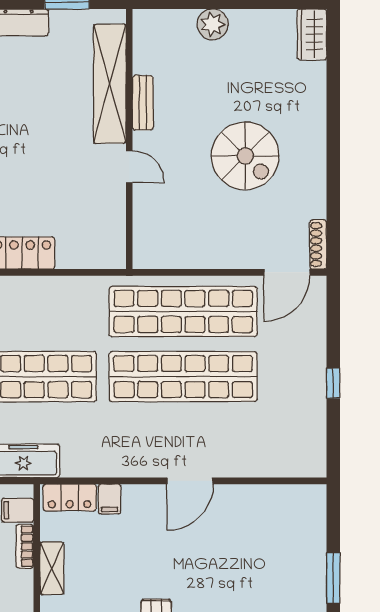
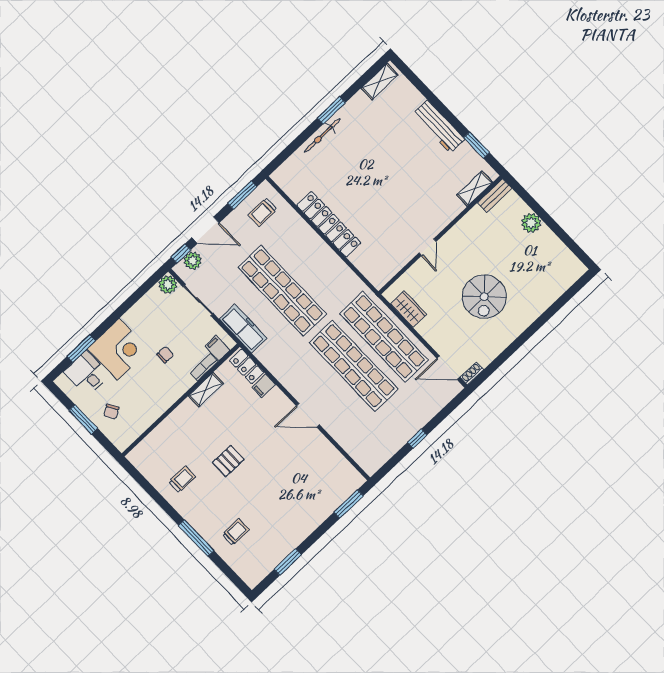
wardrobe: (312, 34) -> (408, 309), moved, turned 90
shelving: (110, 84) -> (475, 189), width x0.45, depth x0.75
bench: (143, 103) -> (495, 196), moved
shoe rack: (318, 245) -> (472, 373), width x0.70
window: (333, 578) -> (349, 504), moved

